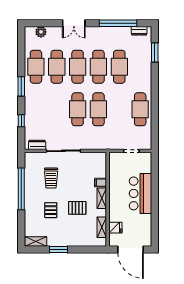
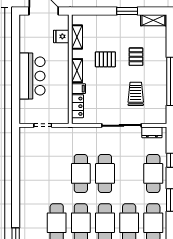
cafe table: (140, 109) -> (153, 173), moved
locker: (101, 167) -> (77, 106), added

